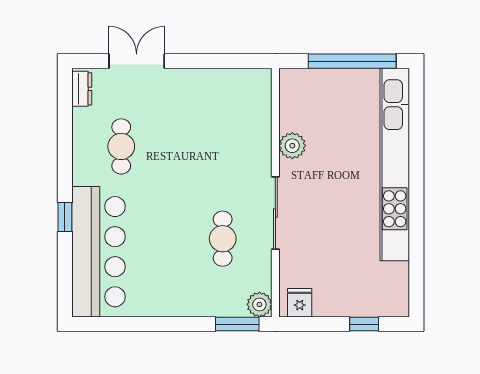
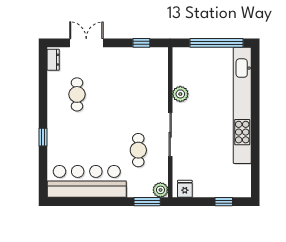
window: (228, 61) -> (141, 43), added
bar counter: (98, 252) -> (87, 181), moved, turned -90

